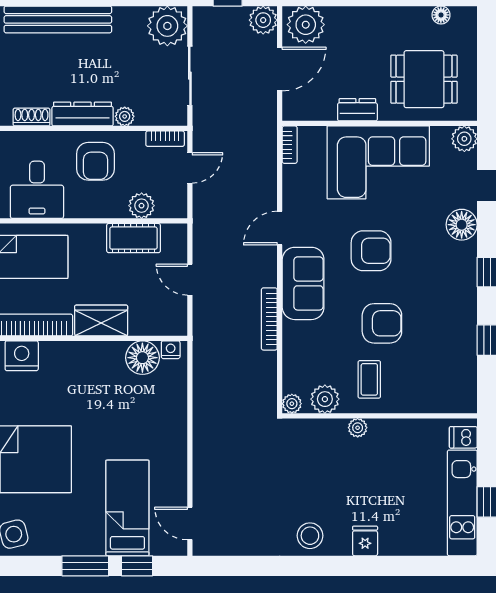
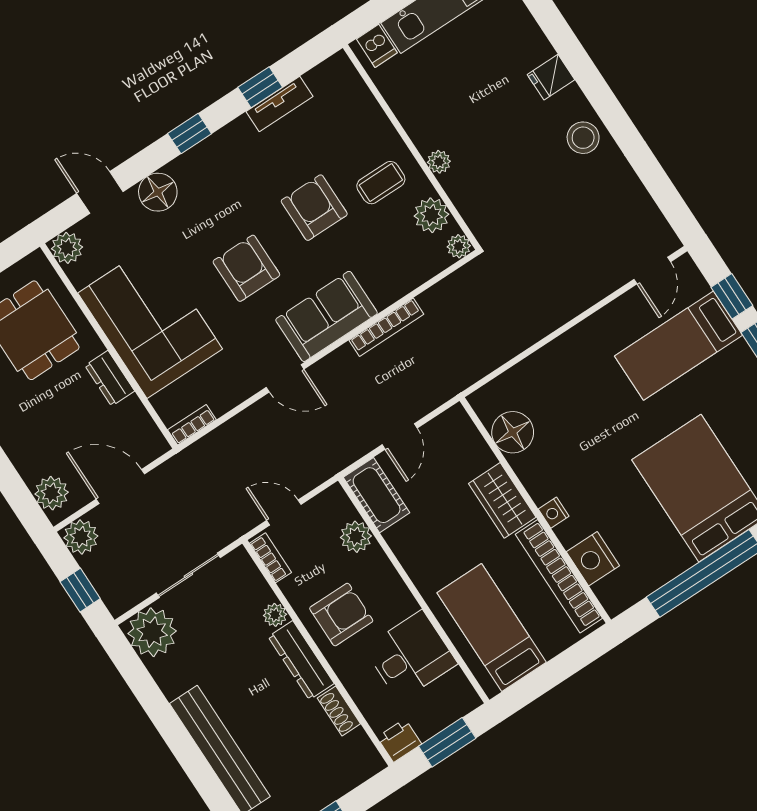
plant: (306, 25) -> (52, 493), width x0.73, depth x0.73
cot: (134, 238) -> (377, 495), moved
tv unit: (467, 346) -> (279, 104), added
nightstand: (171, 350) -> (554, 513), moved

